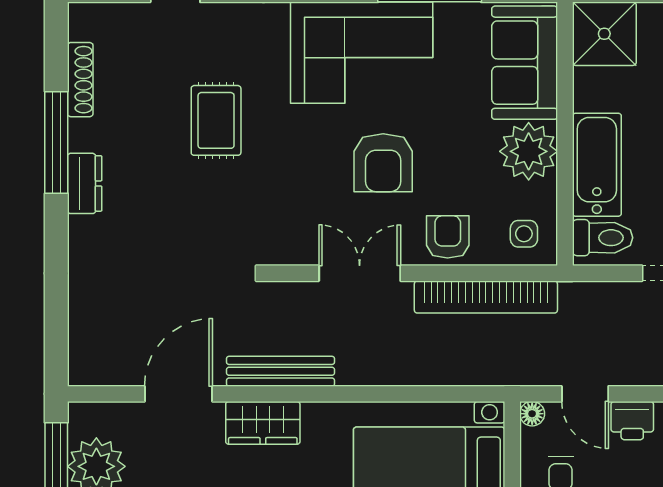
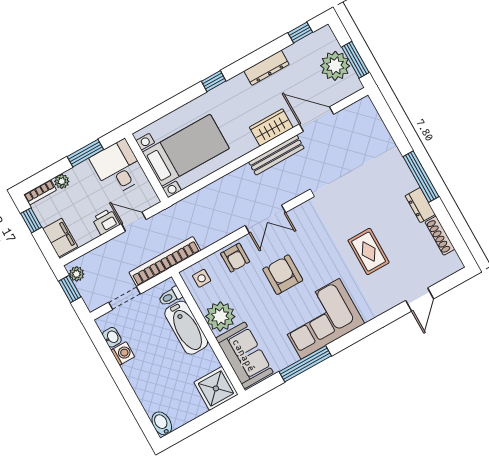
window: (56, 142) -> (421, 177), moved
dresser: (85, 183) -> (420, 205), moved
toilet: (603, 238) -> (170, 296), width x0.73, depth x0.72
bookcase: (486, 297) -> (165, 261), moved
door: (179, 394) -> (316, 119), swing flipped
floor lamp: (532, 414) -> (153, 199), removed

